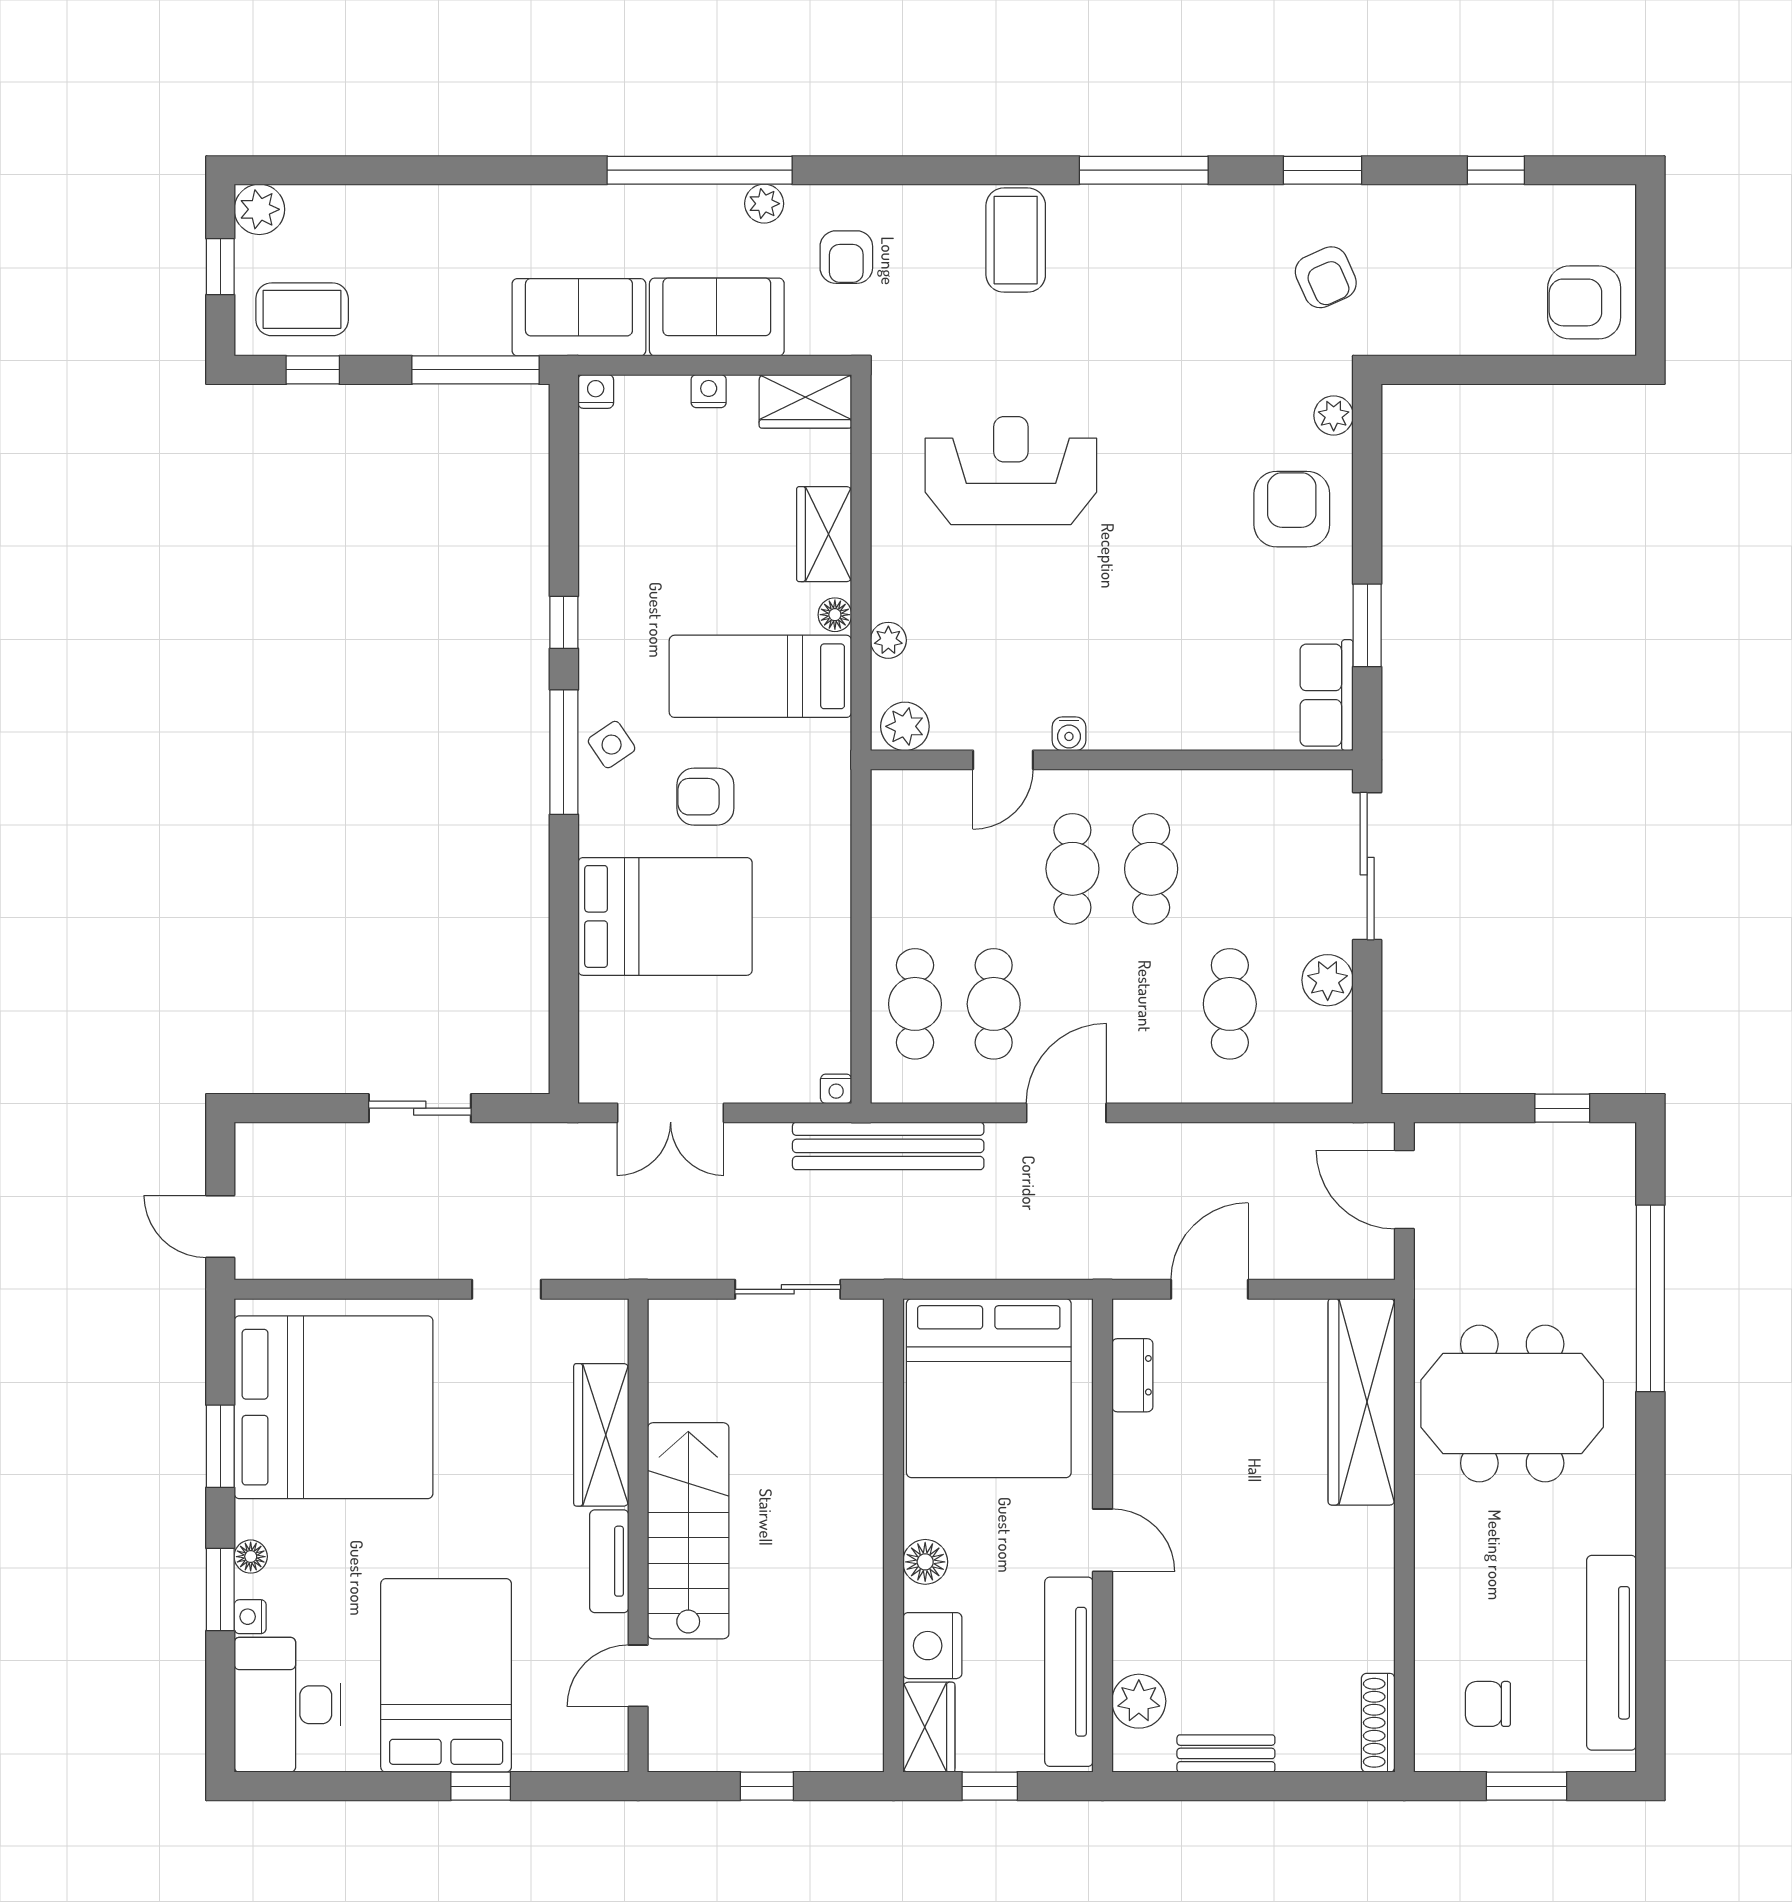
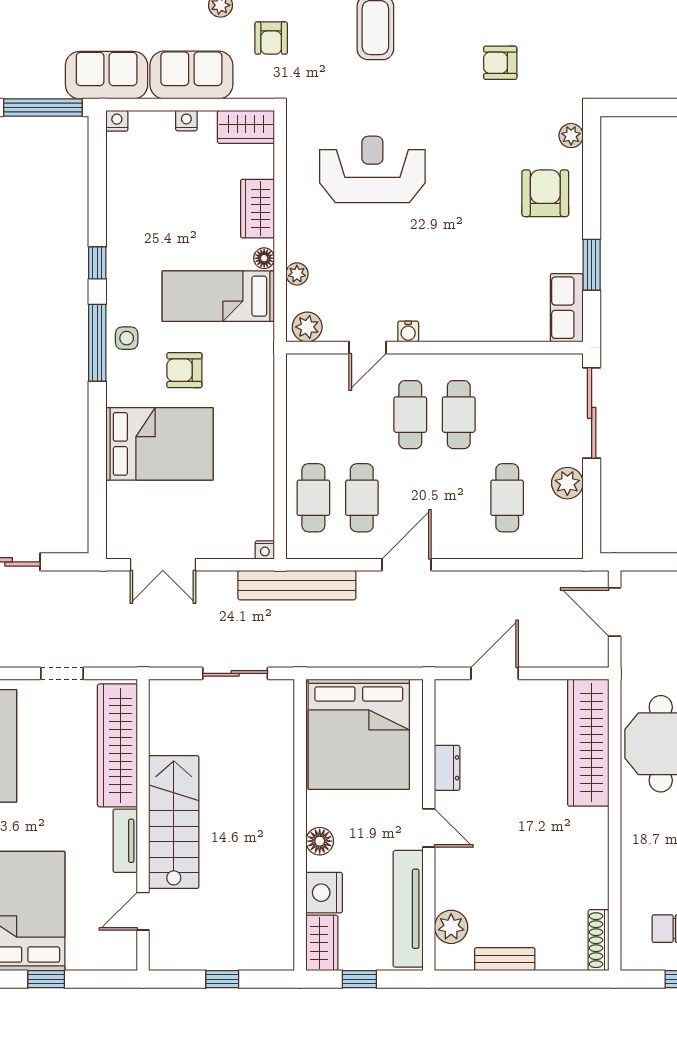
armchair: (1326, 277) -> (500, 63), moved, turned 114
side table: (612, 745) -> (127, 338), turned 34
dresser: (1132, 1375) -> (447, 768), moved
wardrobe: (601, 1435) -> (117, 745), width x1.40, depth x1.17

